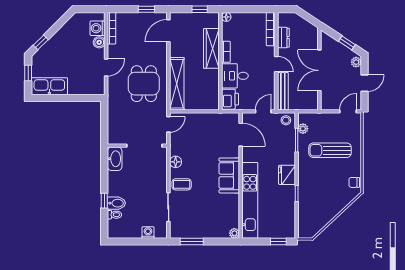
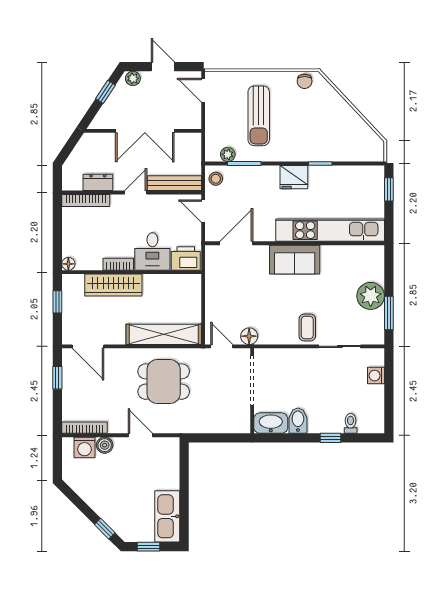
floor lamp: (176, 162) -> (249, 336), moved
bidet: (116, 203) -> (298, 421), moved
plant: (234, 233) -> (371, 296), moved, width x1.87, depth x1.87

